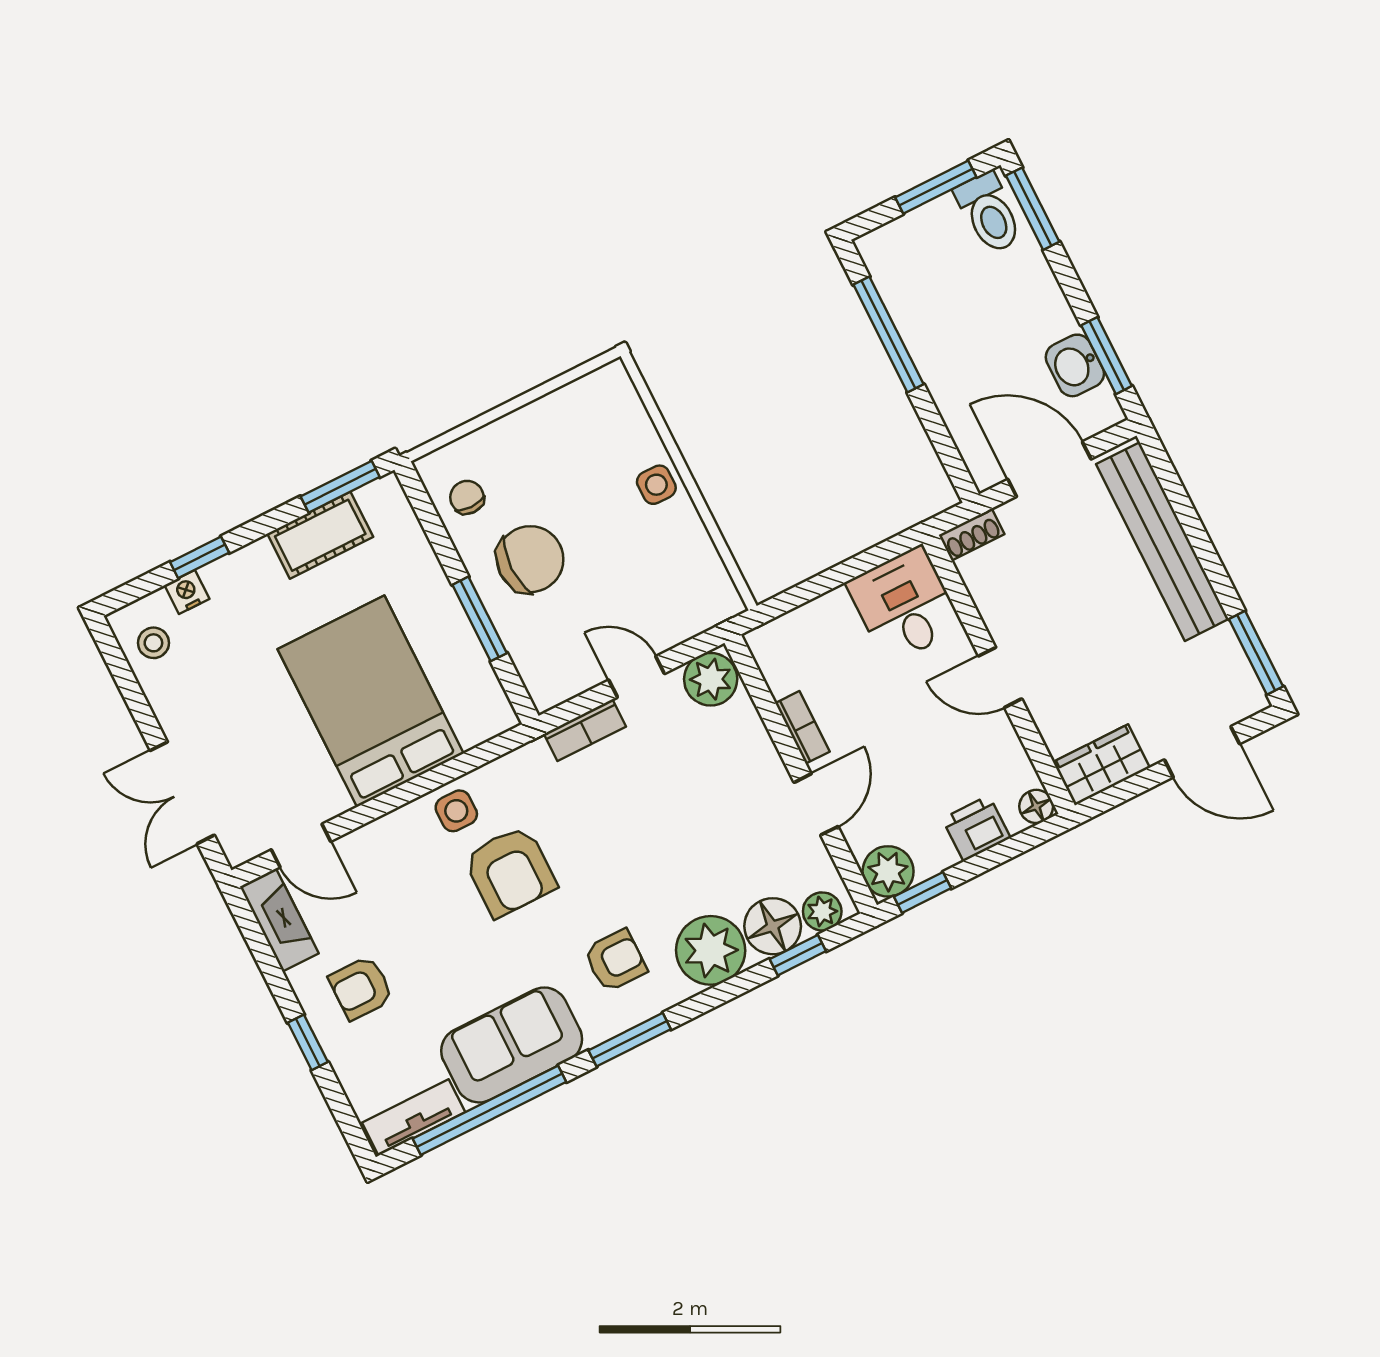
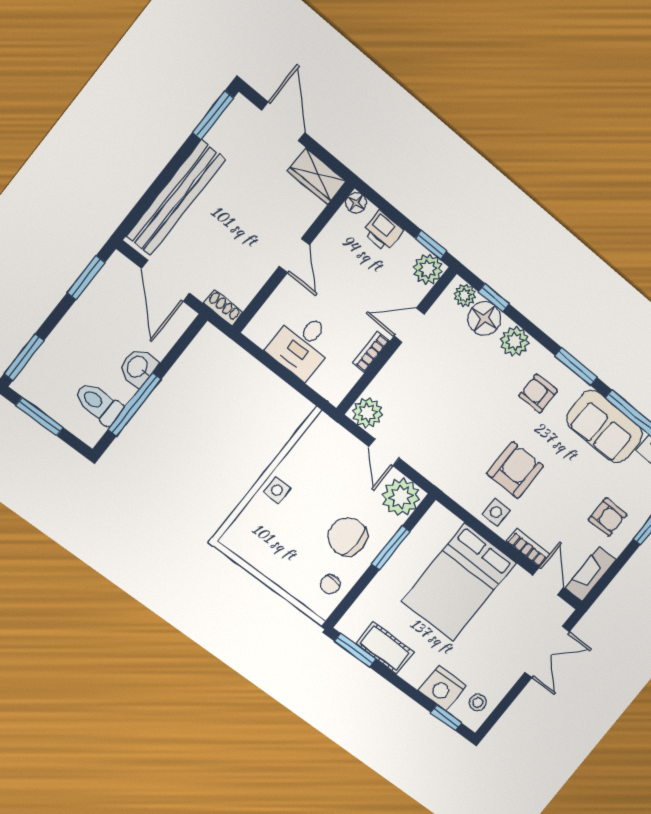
toilet: (989, 213) -> (98, 403), moved, turned -90
washbasin: (1075, 365) -> (138, 367), moved, turned 180
window: (200, 557) -> (446, 718), moved
nightstand: (187, 592) -> (442, 688), width x1.89, depth x1.79
desk: (905, 605) -> (302, 345), moved
plant: (553, 671) -> (401, 497), added
bookcase: (585, 730) -> (528, 548), moved
plant: (711, 950) -> (515, 341), width x0.73, depth x0.73

